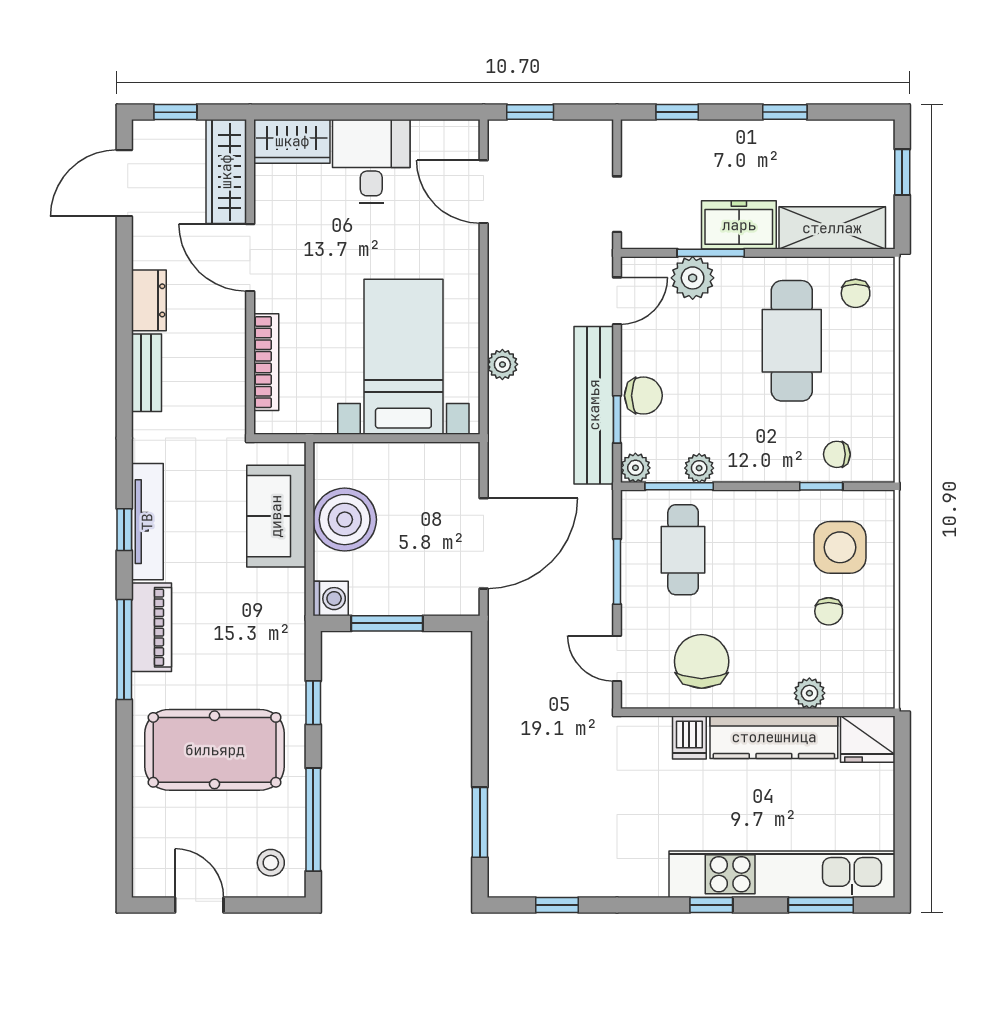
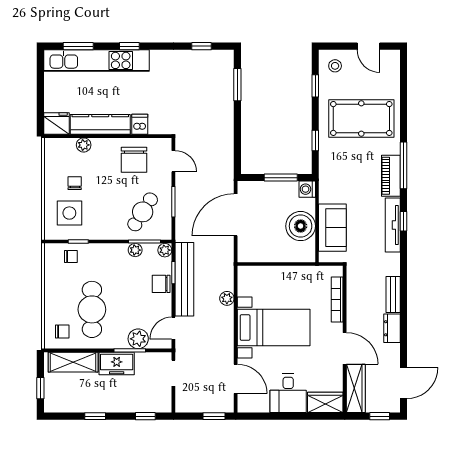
chair: (856, 293) -> (62, 332), turned 90
bed with nightstands: (403, 357) -> (274, 327), moved, turned -90
cafe table: (683, 550) -> (143, 212), turned 32
window: (313, 820) -> (315, 86), width x0.46

